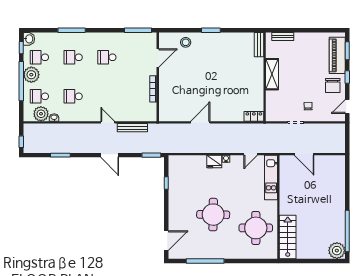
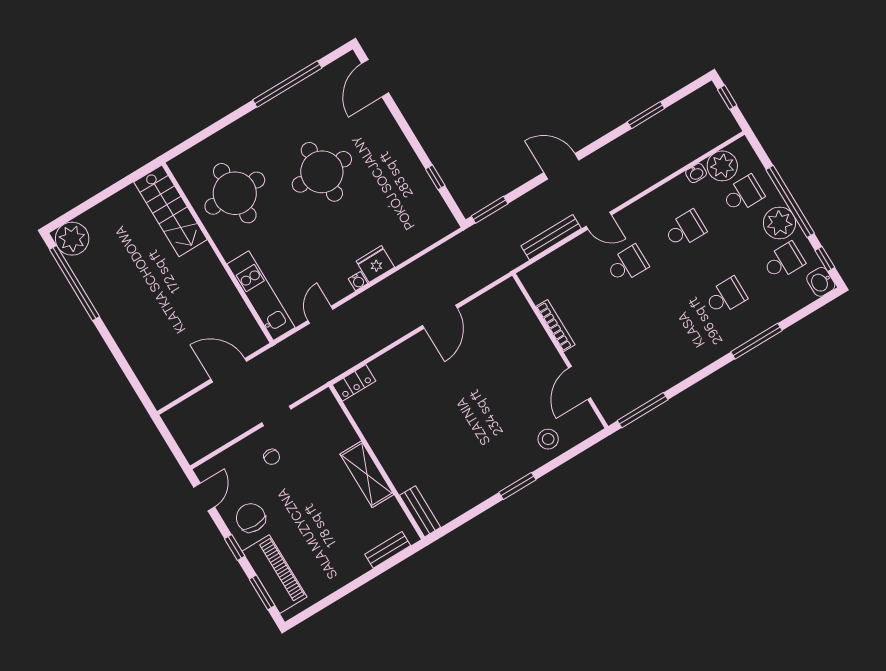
school desk: (107, 57) -> (627, 264), moved

